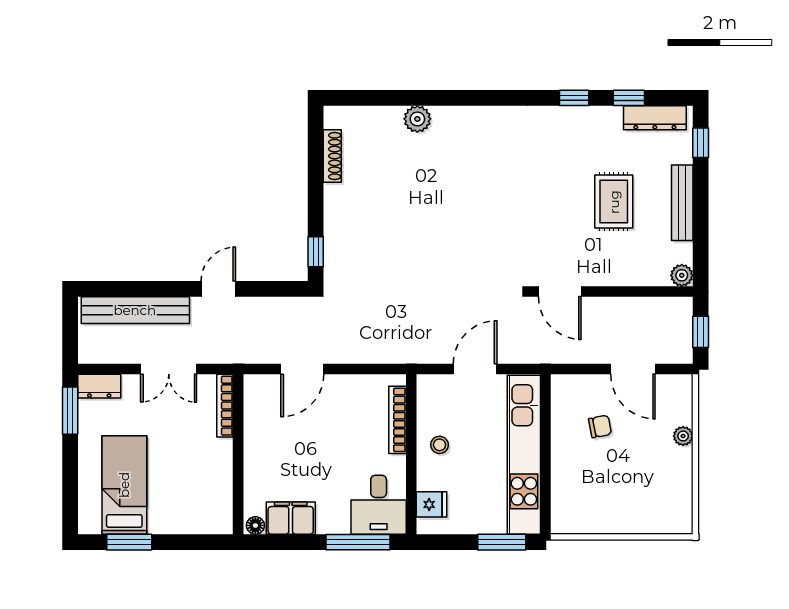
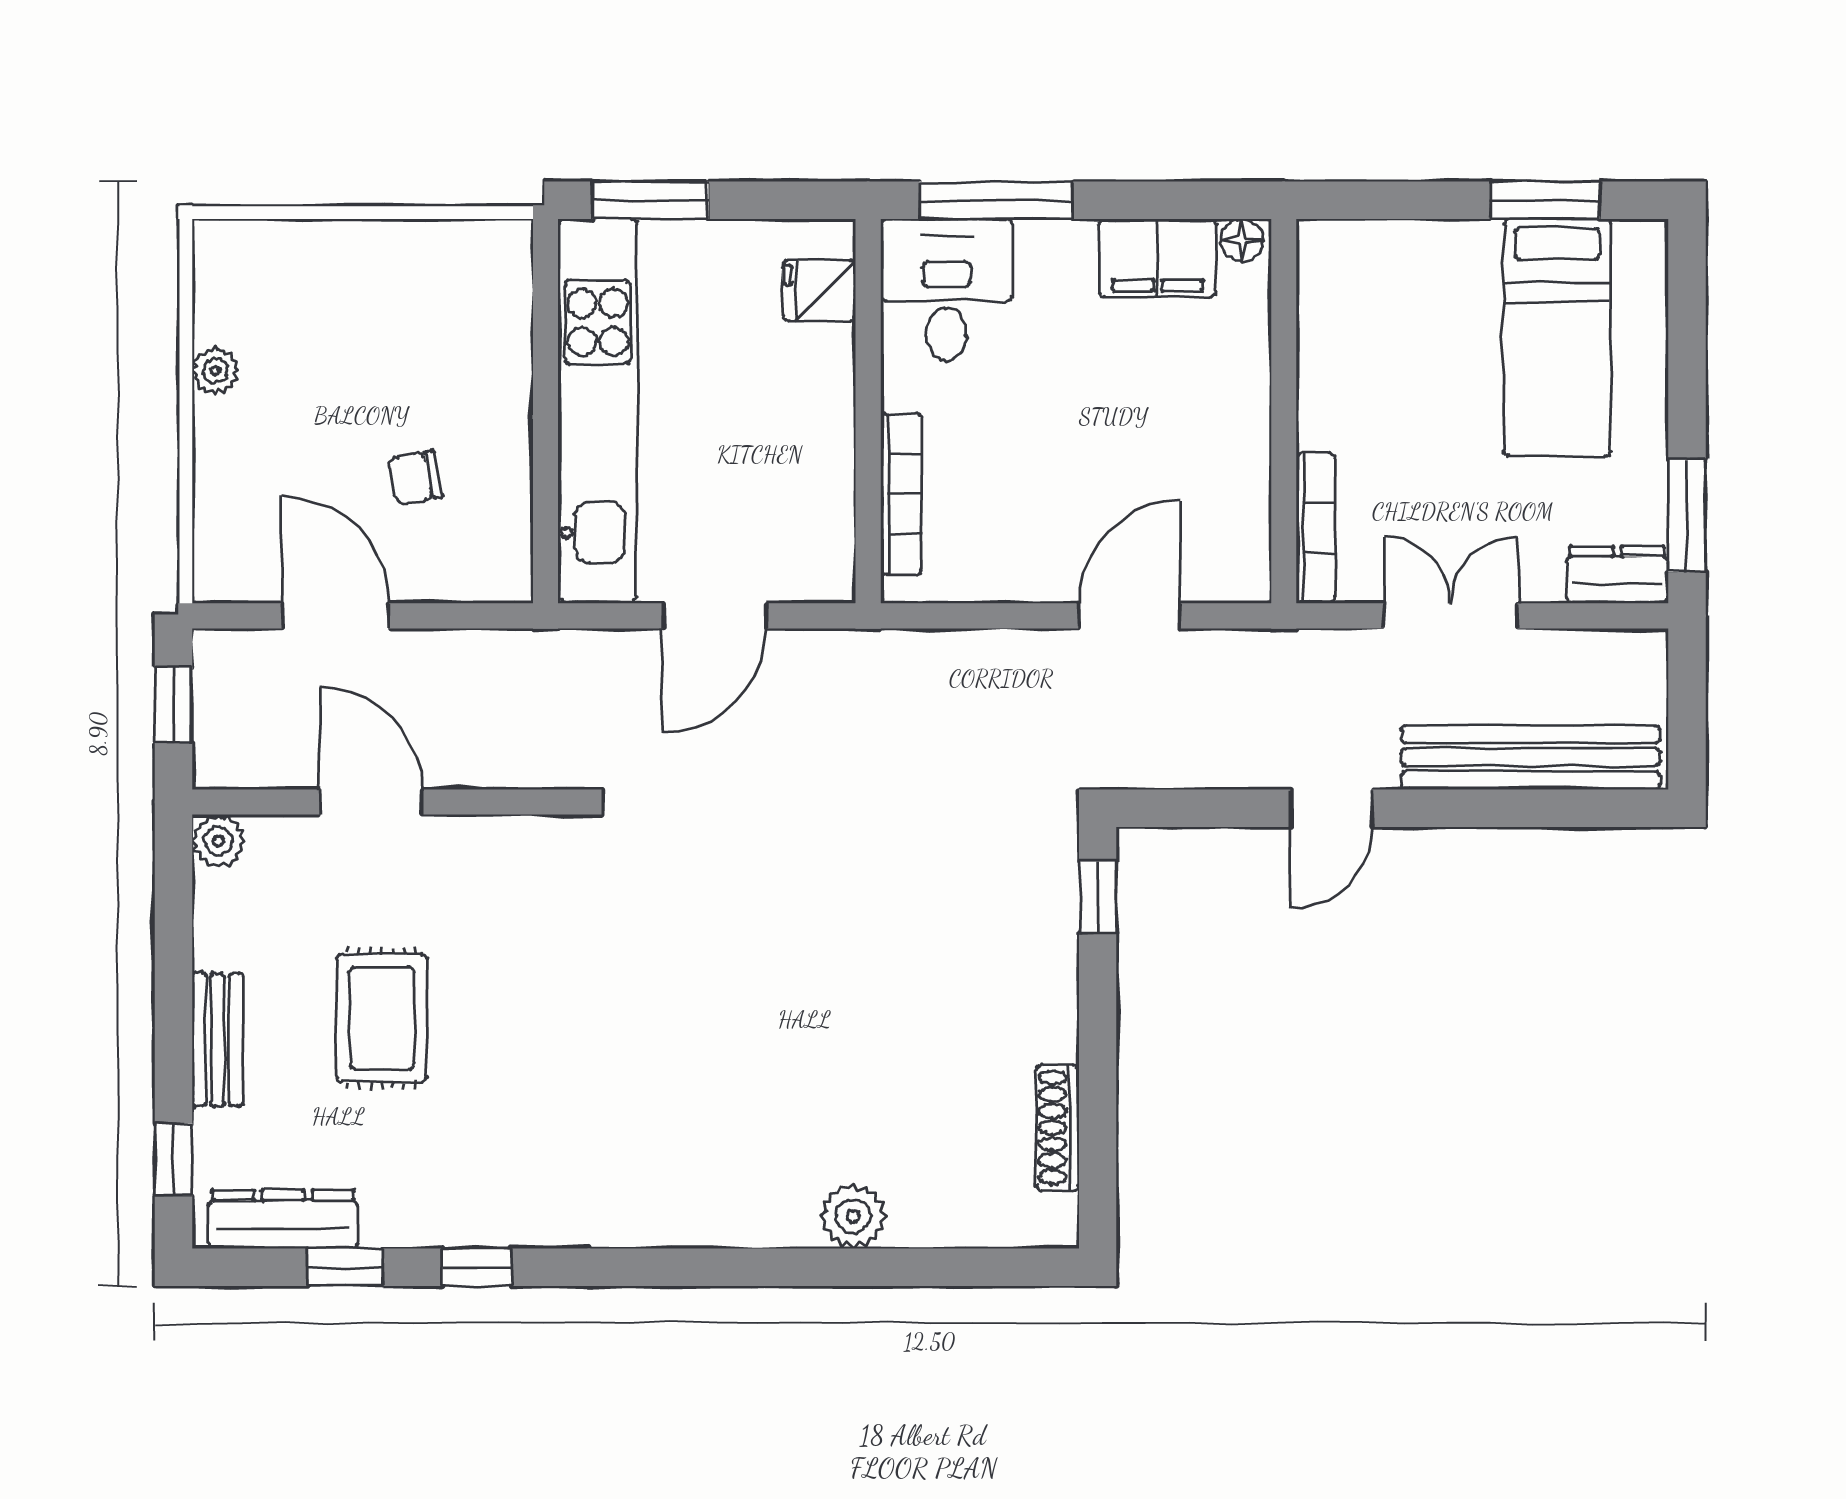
bench: (682, 203) -> (217, 1039), width x0.73
door: (560, 292) -> (371, 802), moved
plant: (683, 436) -> (215, 371), moved
stool: (440, 445) -> (800, 434), removed

